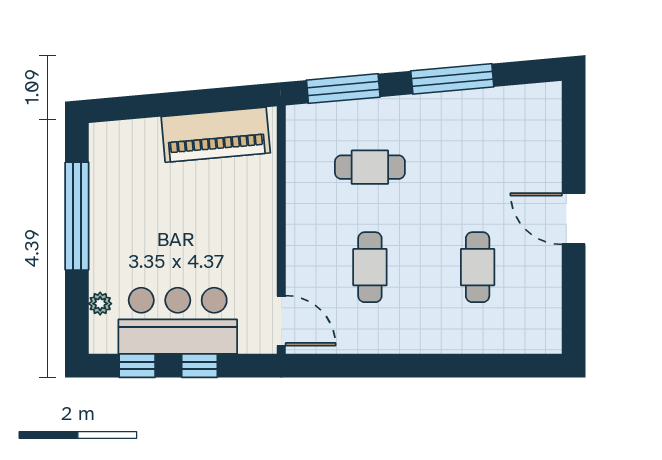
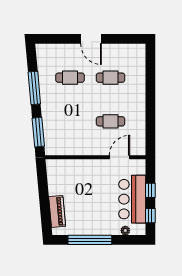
piano: (216, 135) -> (57, 211), moved, width x0.73, depth x0.75
cafe table: (370, 167) -> (70, 78), moved, turned 90
door: (574, 219) -> (91, 39), hinge flipped
door: (281, 321) -> (120, 157), moved

